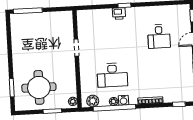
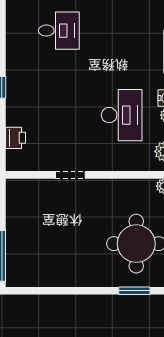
printer: (119, 14) -> (15, 138), moved

